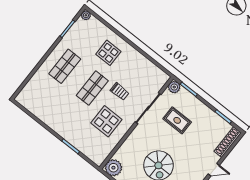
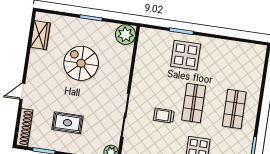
rug: (177, 120) -> (67, 123), moved
display table: (106, 121) -> (186, 55), moved

